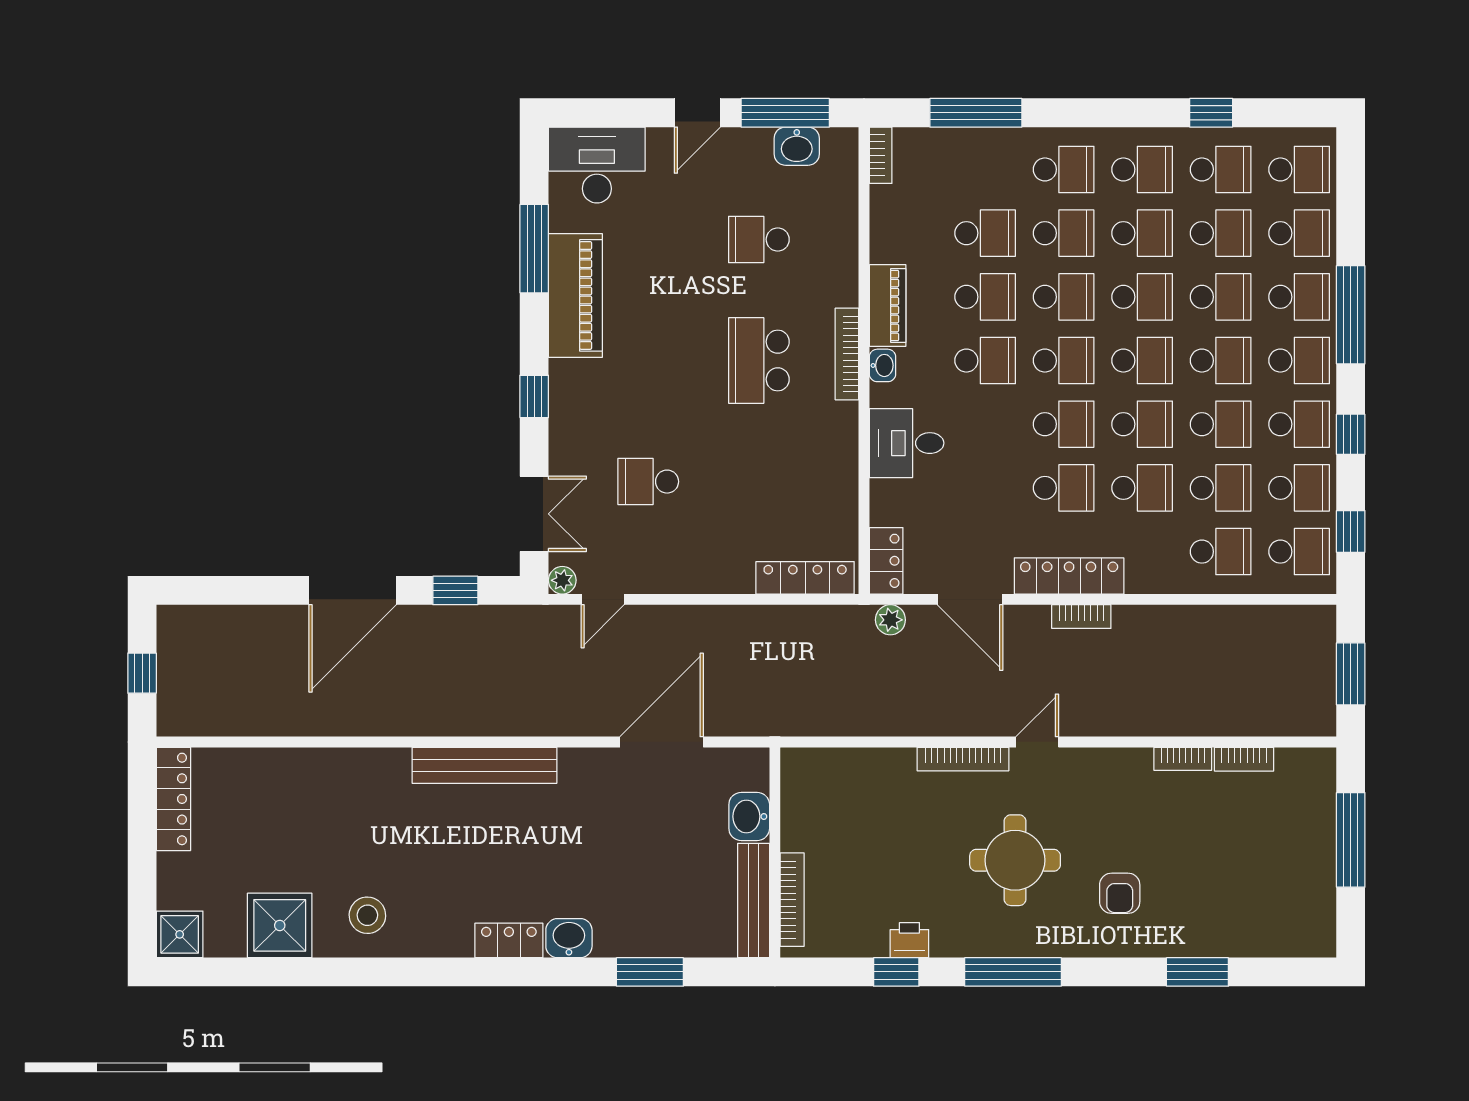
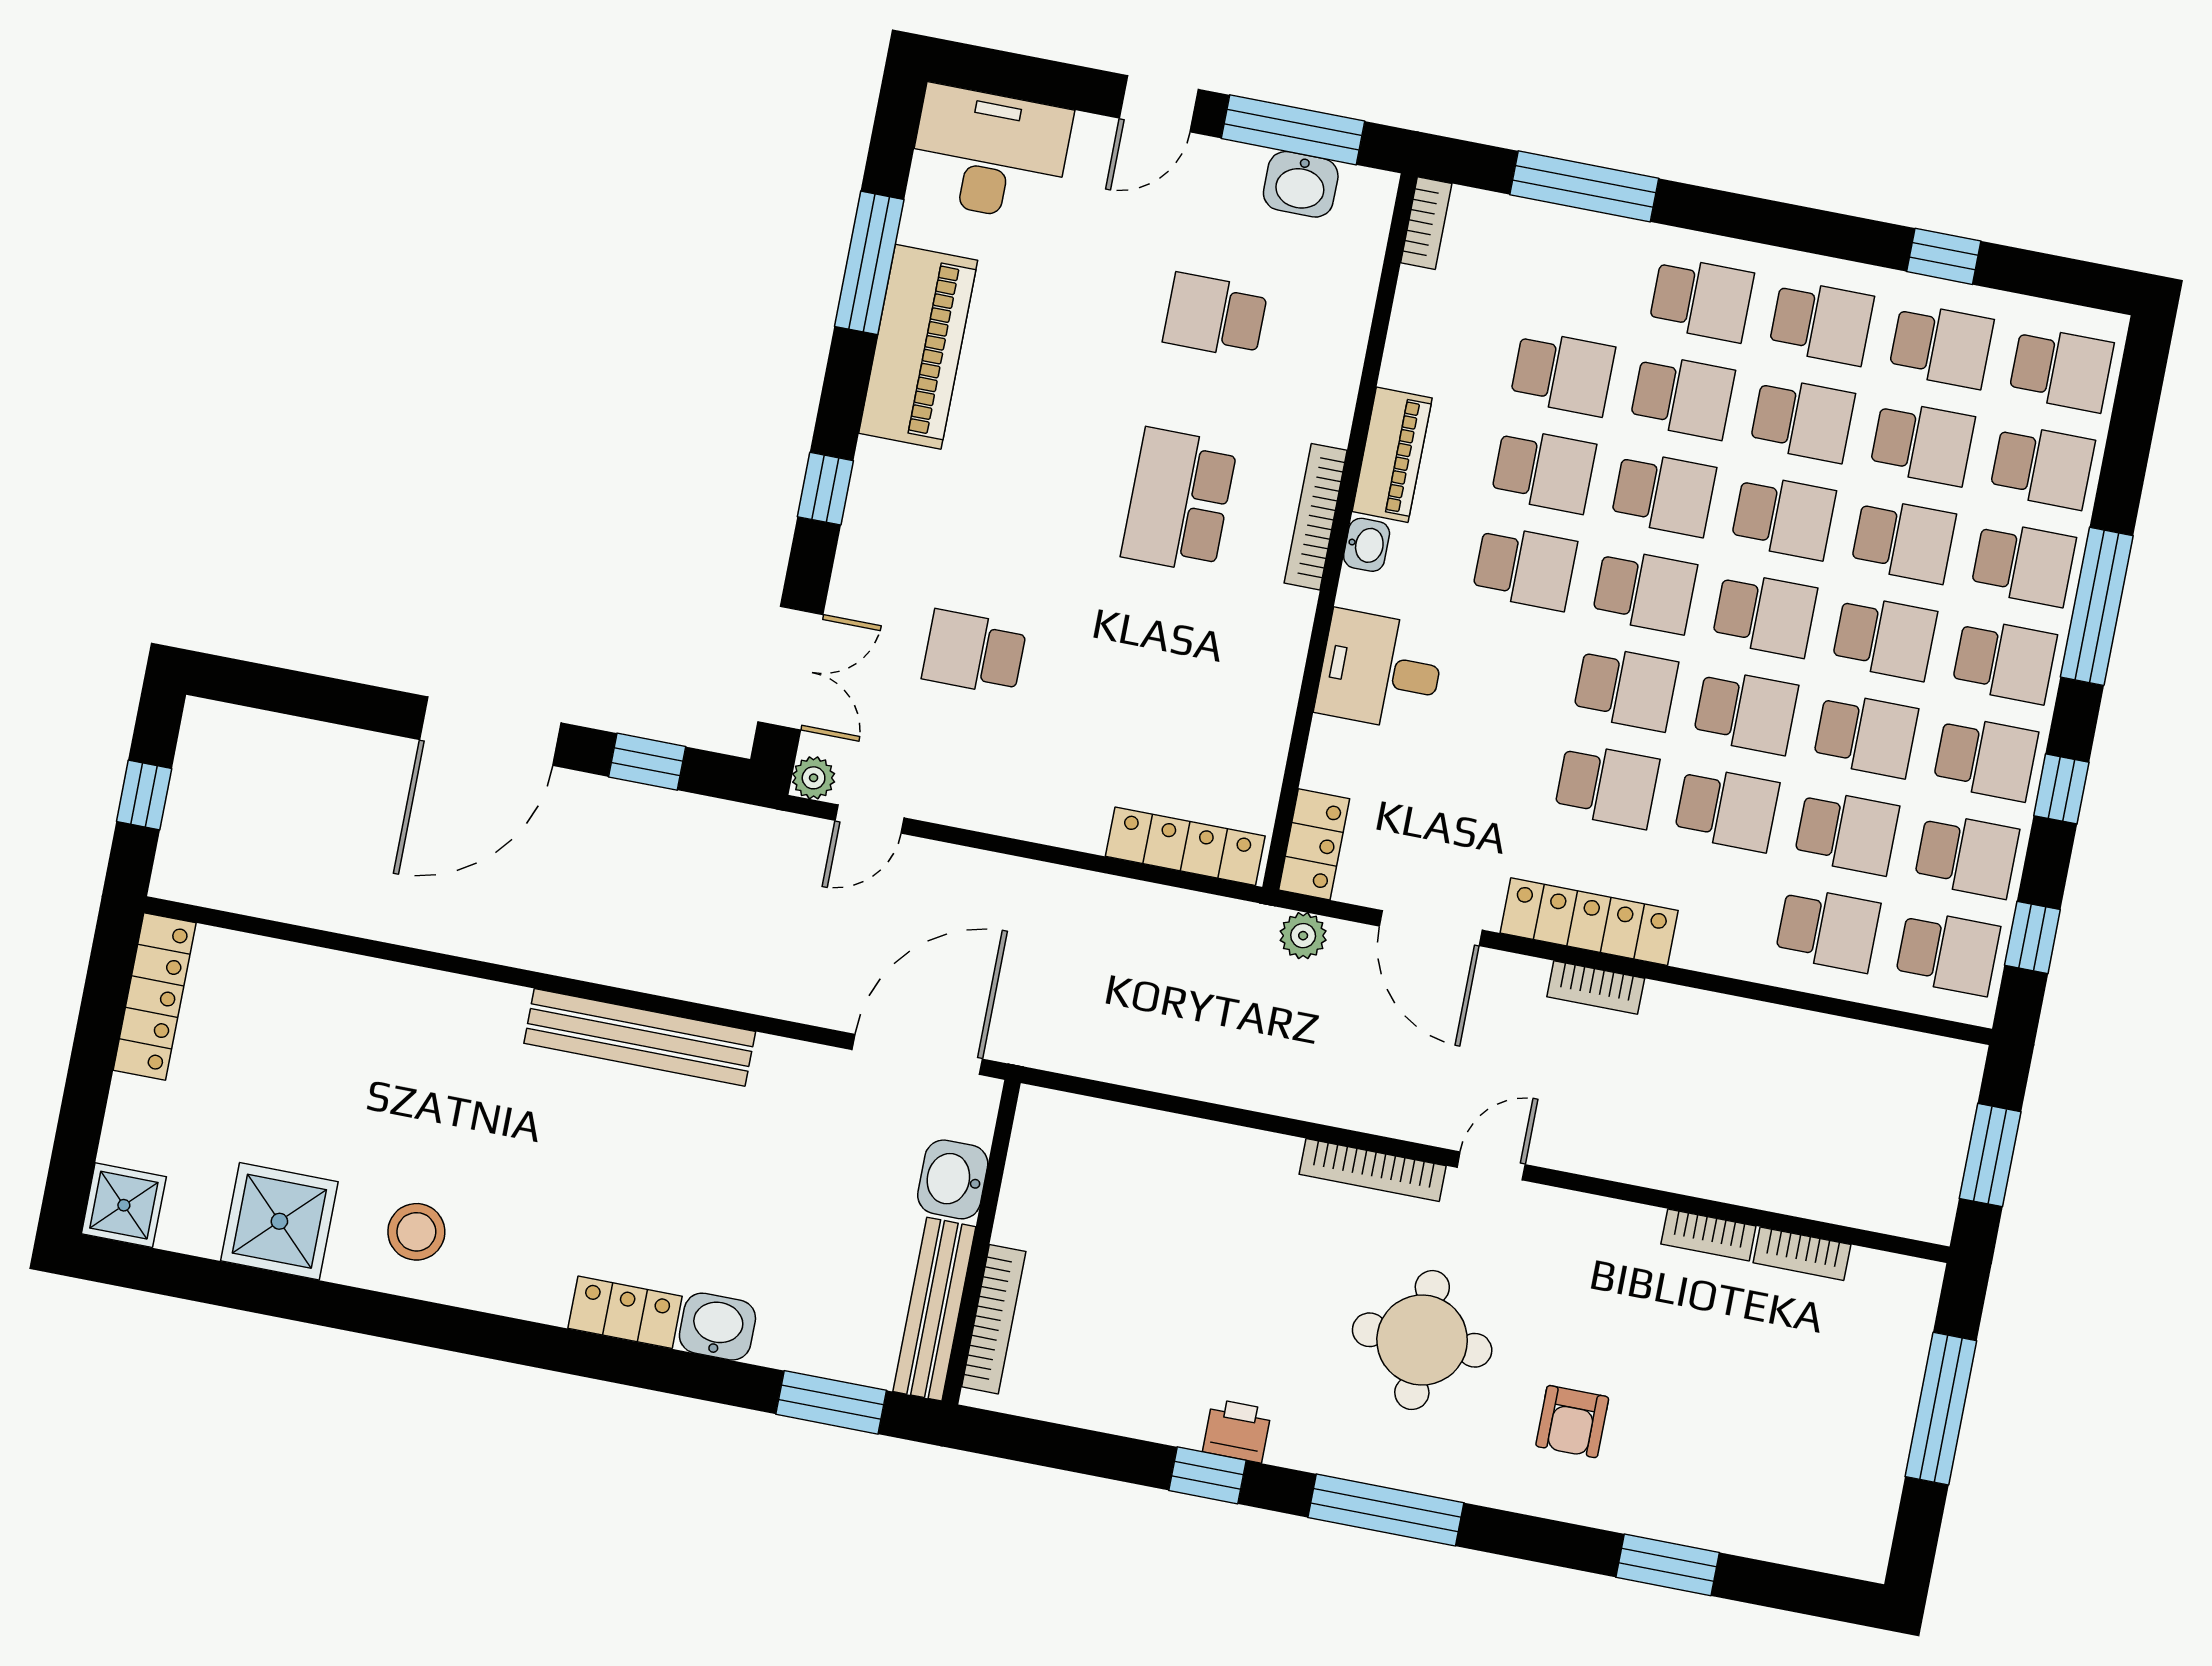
washbasin: (749, 816) -> (953, 1179), moved
wall: (775, 853) -> (981, 1242), moved
bookcase: (792, 900) -> (994, 1319), moved
bench: (754, 901) -> (934, 1309), moved

